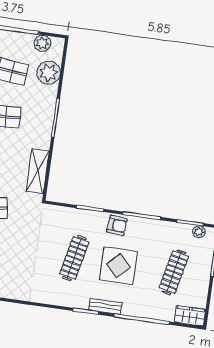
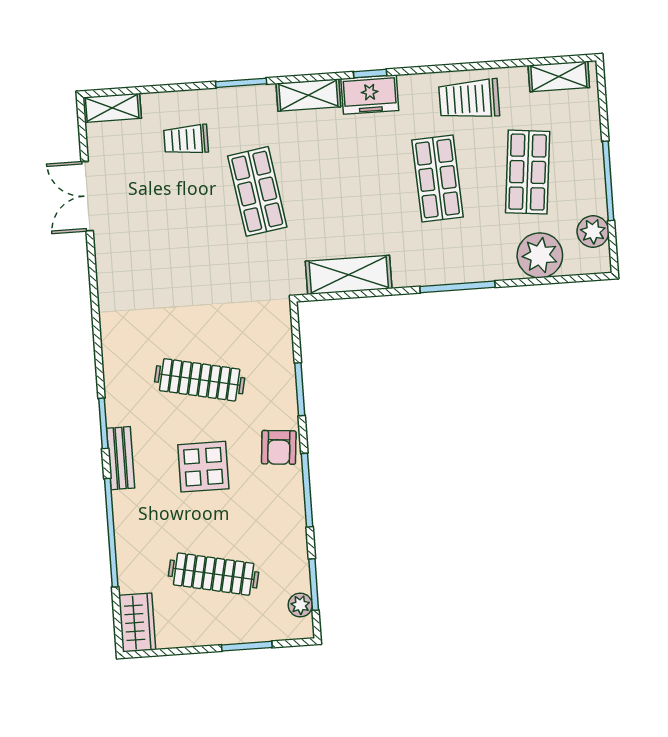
display table: (119, 266) -> (203, 467), width x0.73, depth x0.73

